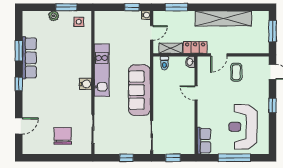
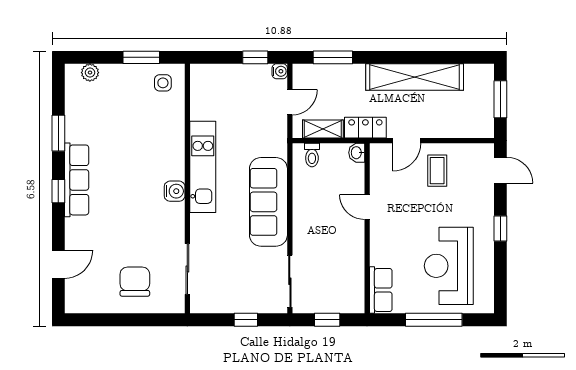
plant: (54, 16) -> (90, 73), moved
row of seats: (29, 58) -> (77, 180), moved

